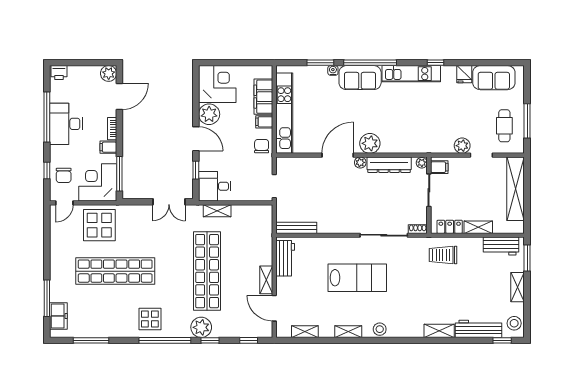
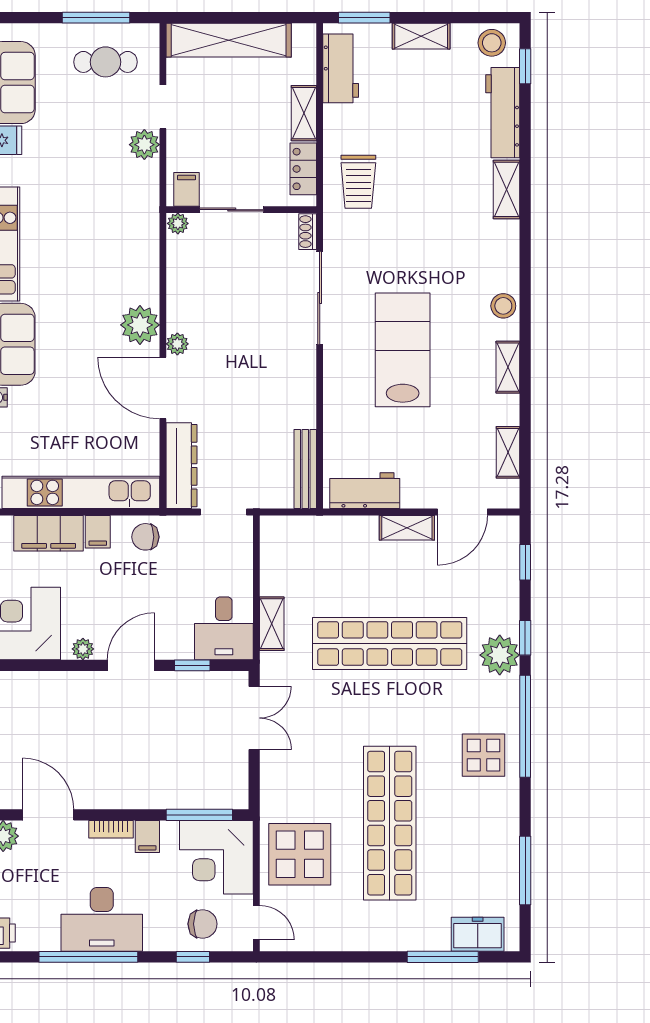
plant: (209, 114) -> (83, 649), width x0.53, depth x0.53
dresser: (389, 165) -> (182, 466), moved

